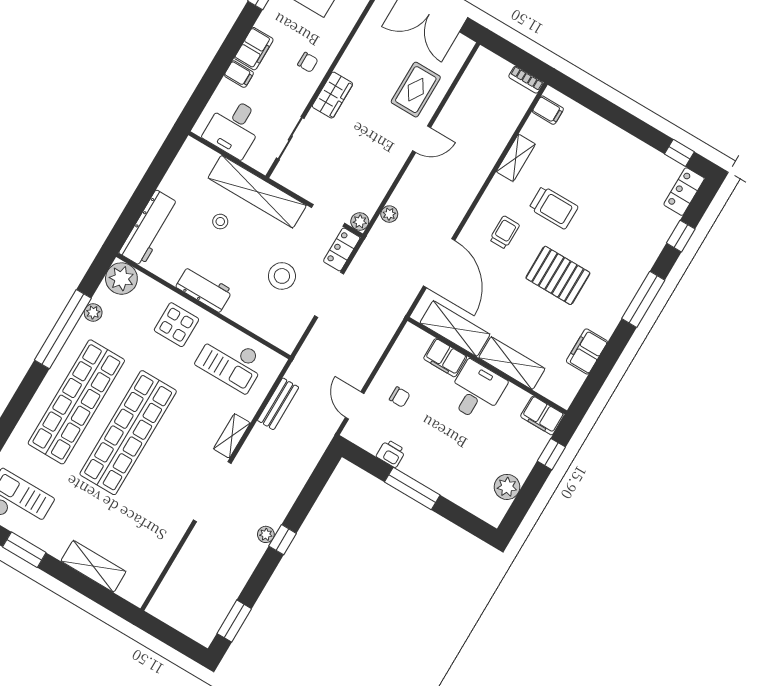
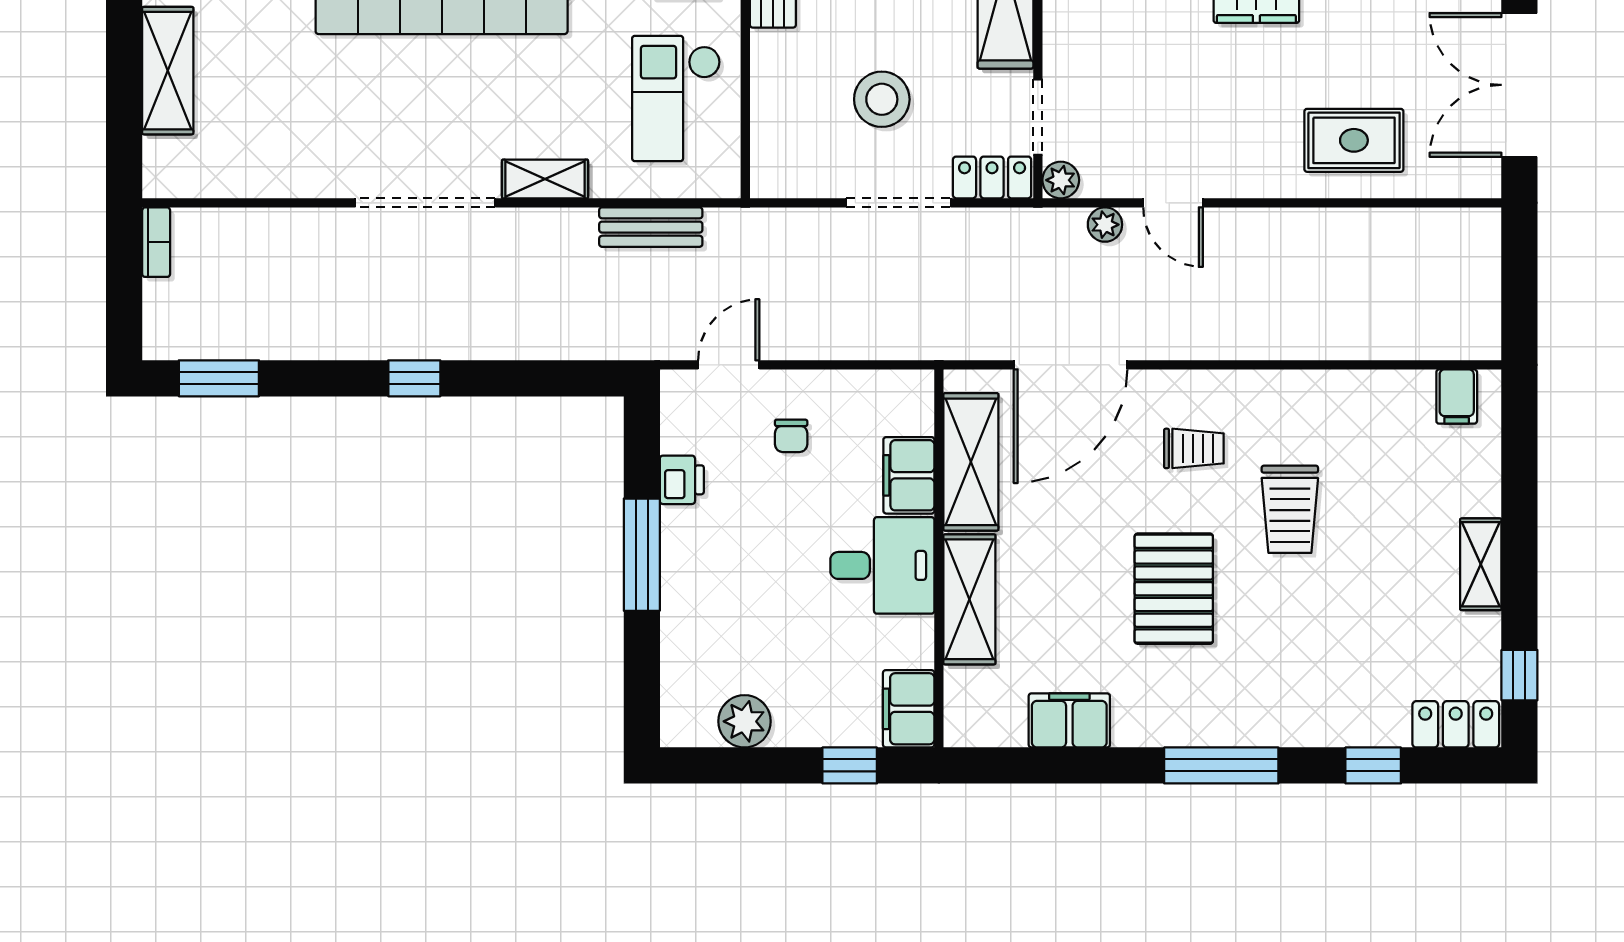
bookcase: (526, 80) -> (156, 242), moved, turned 180
door: (422, 139) -> (1173, 203), moved
shelving: (516, 158) -> (1481, 564), moved, turned 90
plant: (266, 534) -> (406, 343), removed

